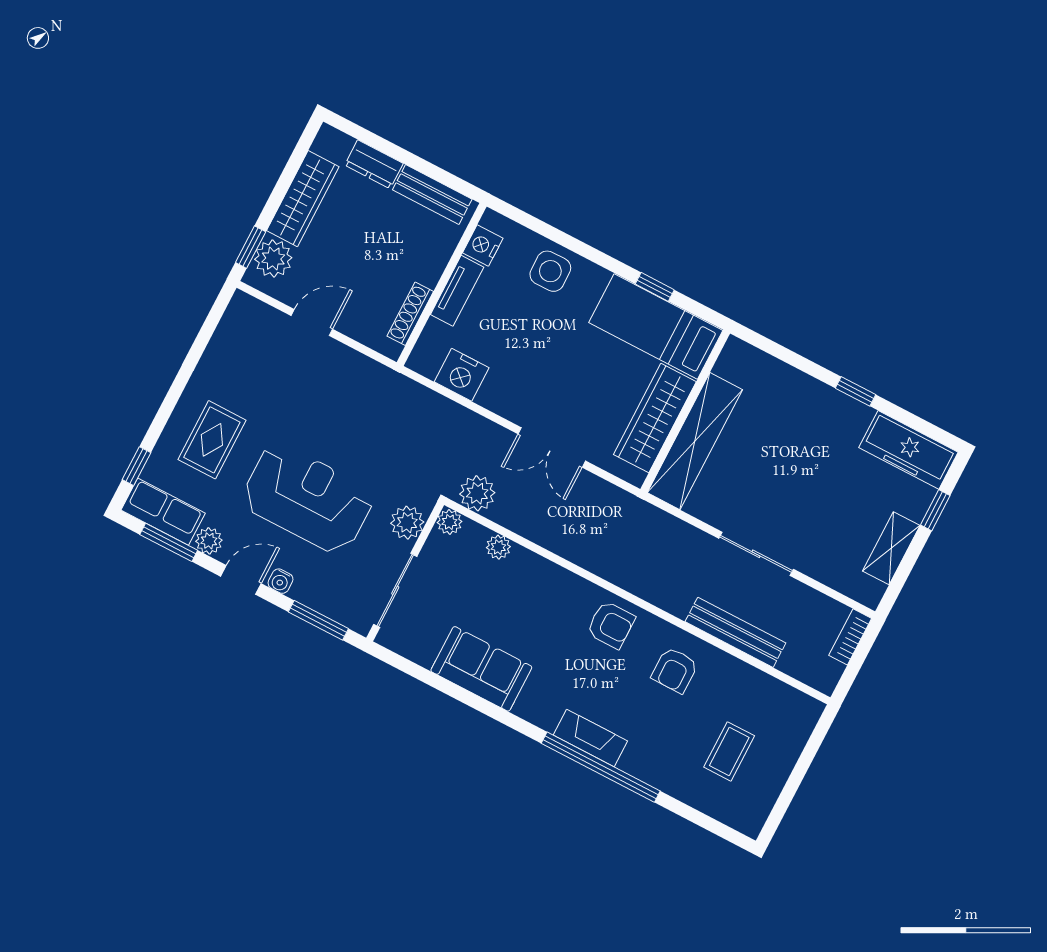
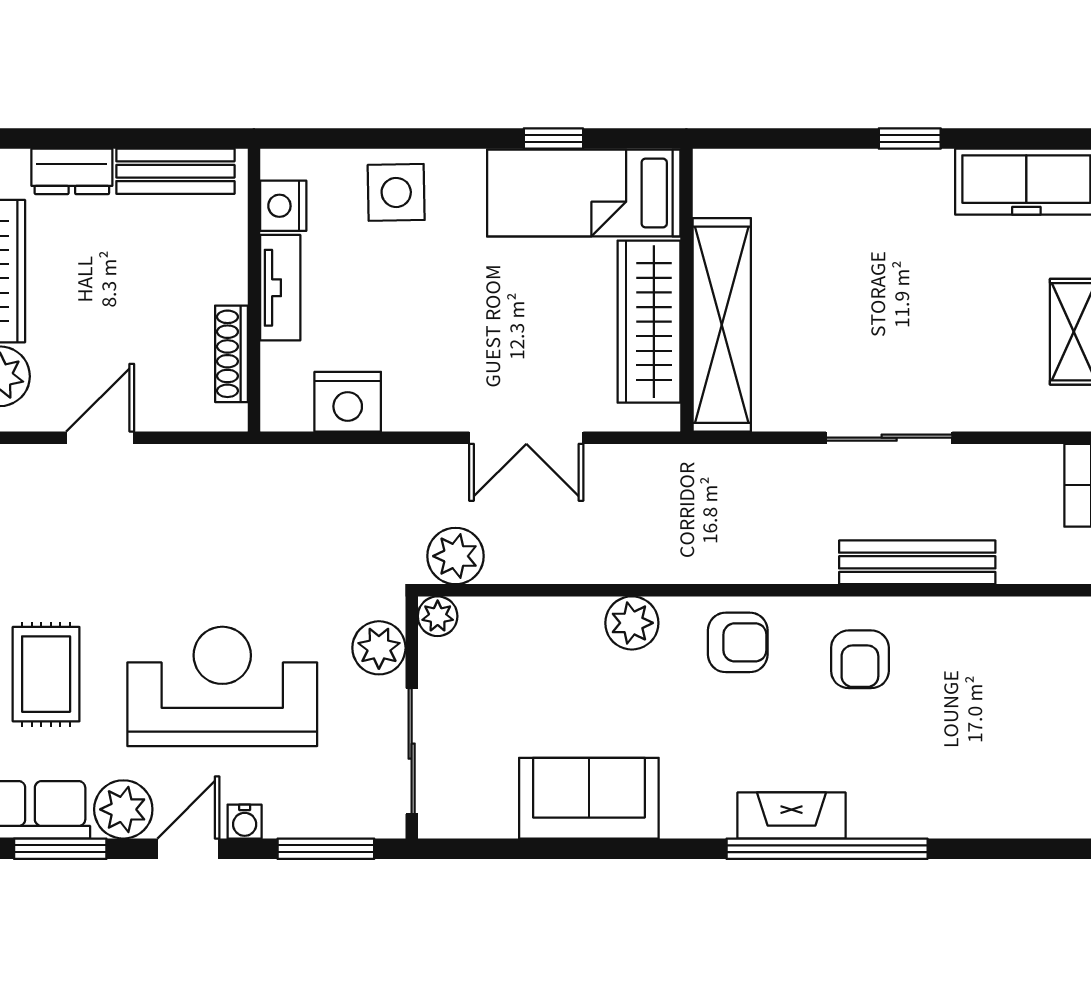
plant: (209, 541) -> (123, 809), width x1.38, depth x1.38
plant: (498, 547) -> (632, 623), moved, width x1.38, depth x1.38
coffee table: (729, 751) -> (995, 733), removed

